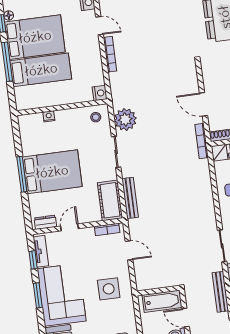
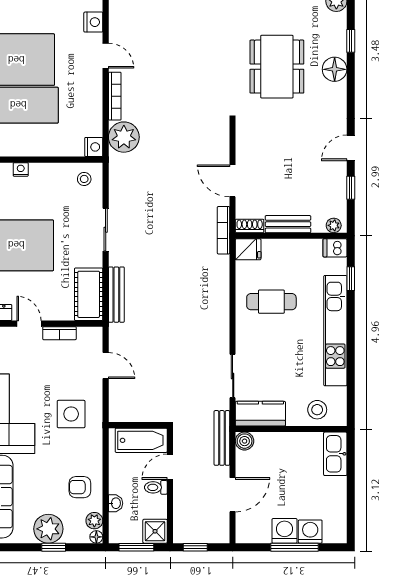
plant: (125, 119) -> (124, 137), moved
door: (69, 227) -> (29, 324), hinge flipped
bookcase: (107, 229) -> (59, 333), moved
door: (185, 318) -> (170, 467), hinge flipped

